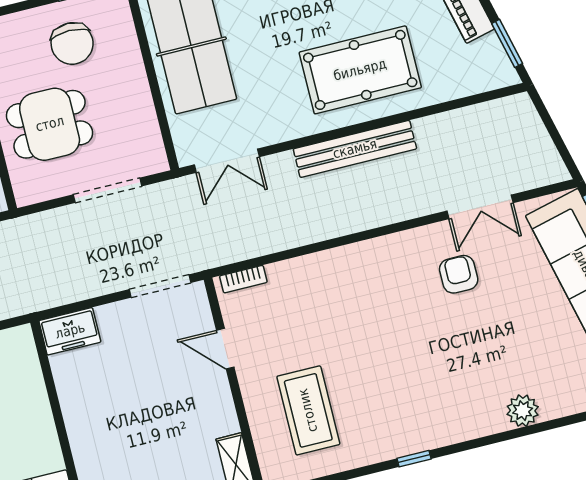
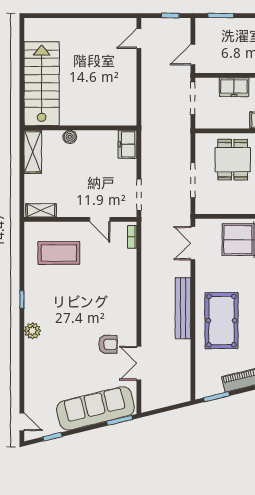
door: (225, 349) -> (100, 219), swing flipped
plant: (523, 411) -> (32, 331), moved
boiler: (83, 444) -> (70, 137), added

